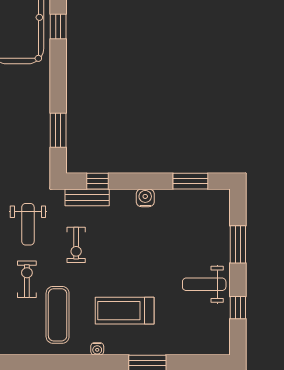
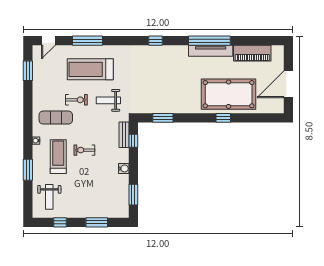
exercise bike: (76, 245) -> (84, 150), moved
weight bench: (204, 284) -> (49, 197), moved, turned 180

